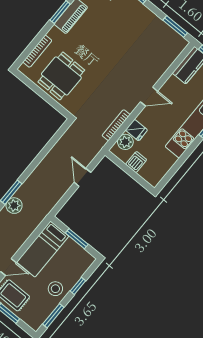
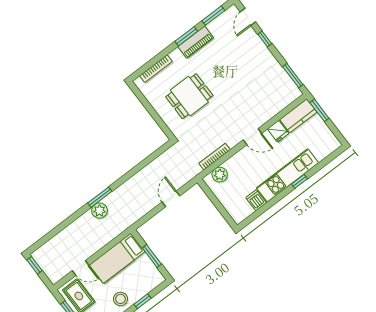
dining table: (61, 76) -> (189, 96), moved
fridge: (136, 130) -> (278, 131), moved
dishwasher: (136, 162) -> (256, 200), moved, turned -90

